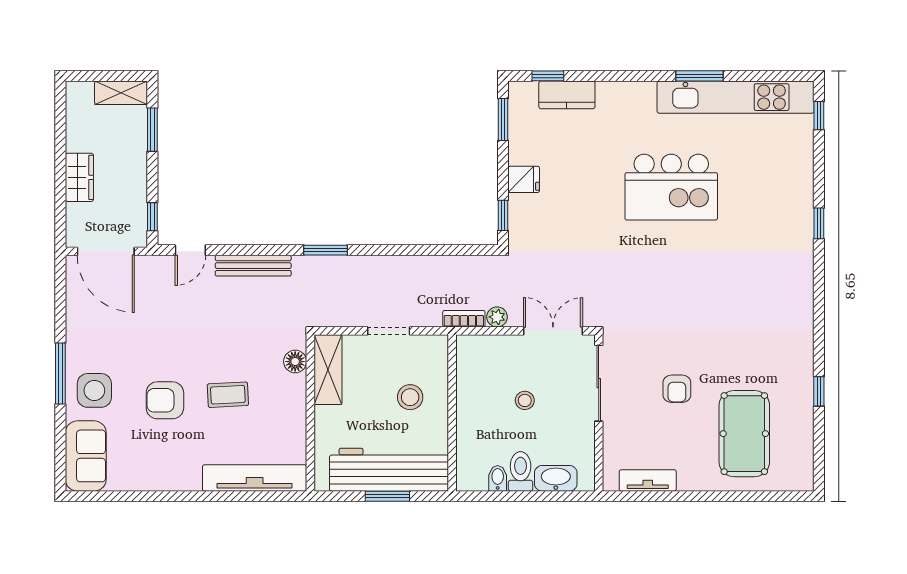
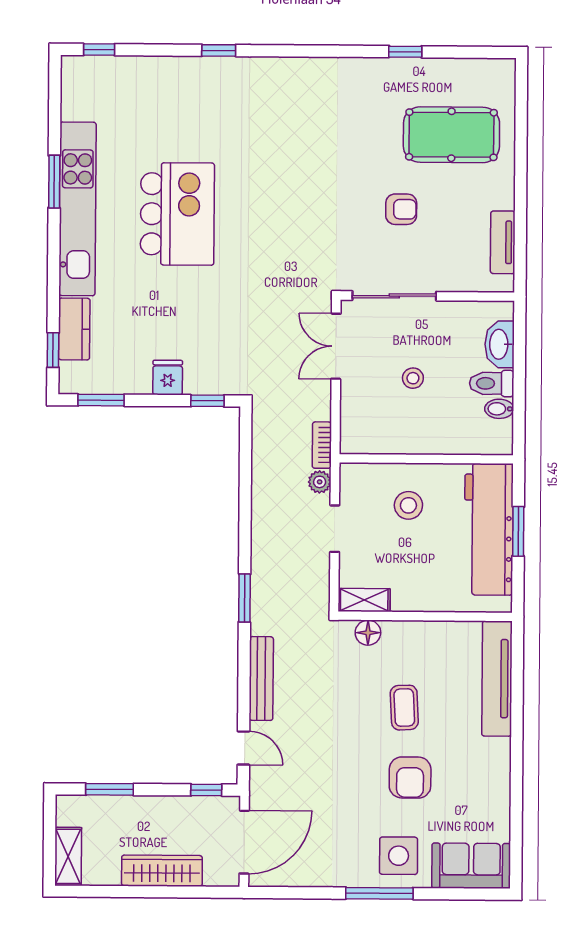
shelving: (121, 93) -> (68, 856), moved
kitchen unit: (736, 97) -> (78, 209), moved
wardrobe: (79, 177) -> (162, 871), width x1.50
plant: (497, 317) -> (320, 482), moved
shelving: (328, 370) -> (364, 600), width x0.67, depth x0.75

